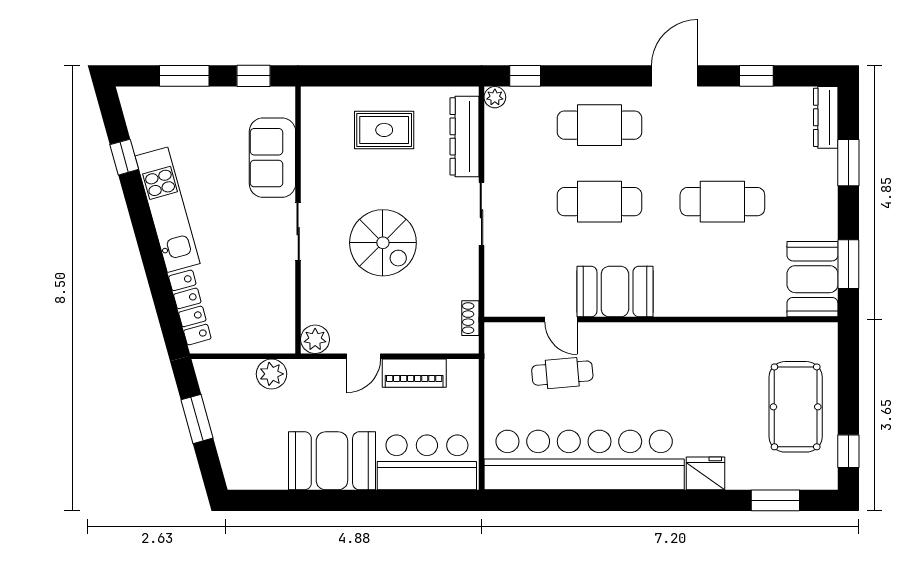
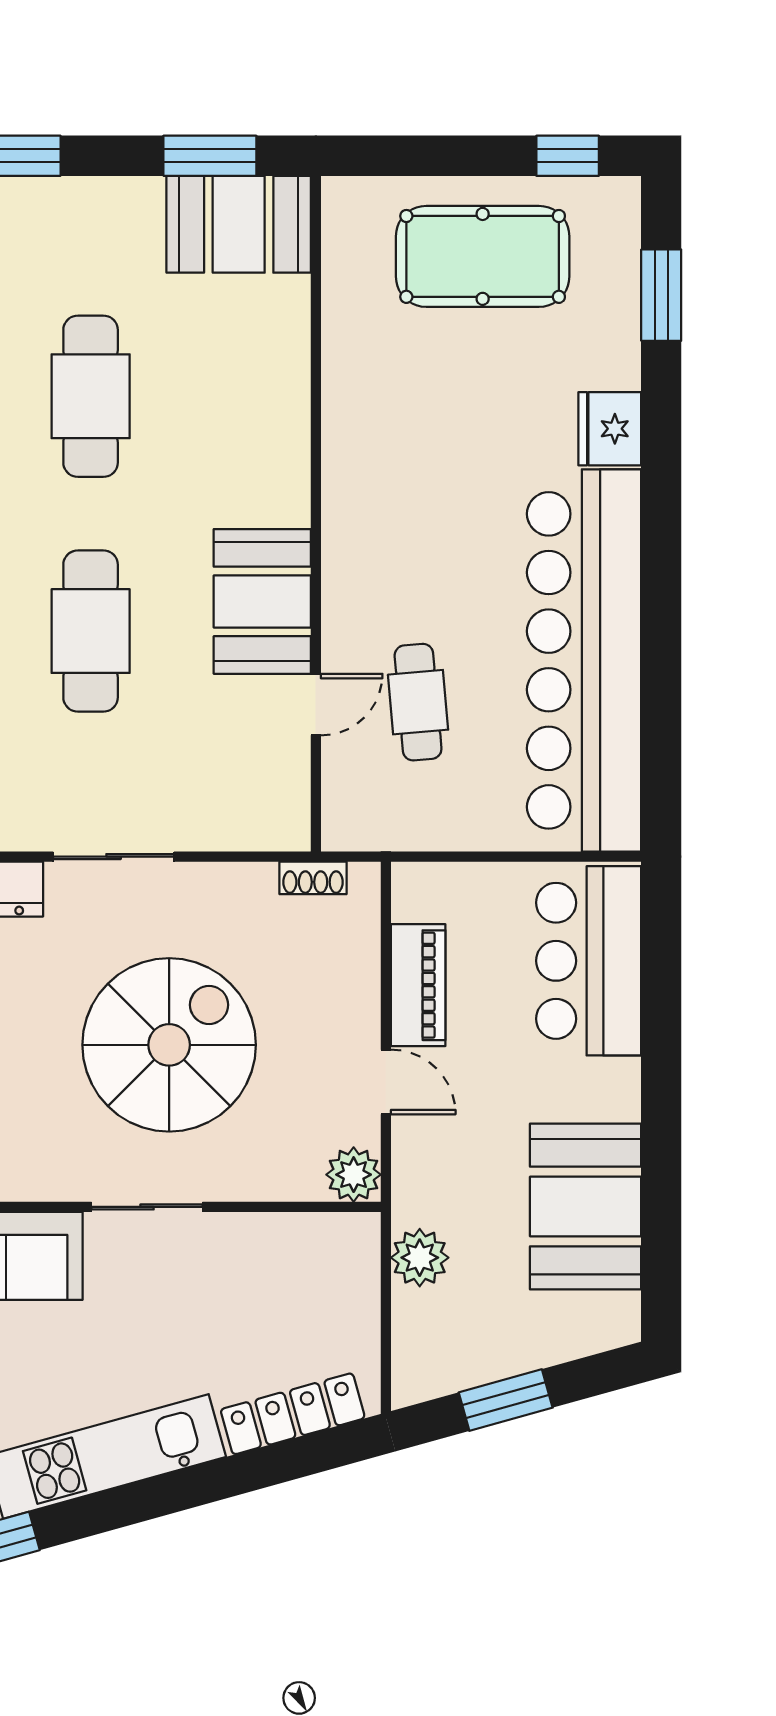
spiral stairs: (383, 243) -> (169, 1045), width x1.37, depth x1.37
booth: (332, 461) -> (586, 1206), moved

